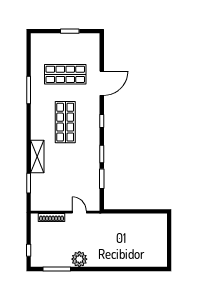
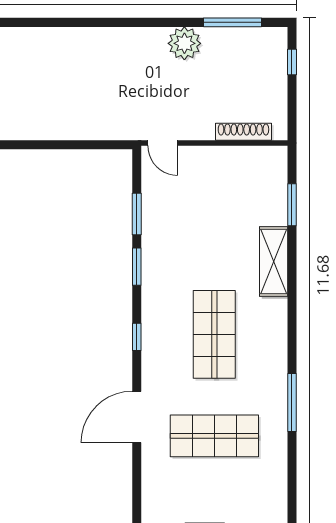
door: (79, 212) -> (163, 143), moved

